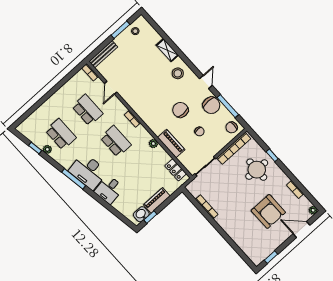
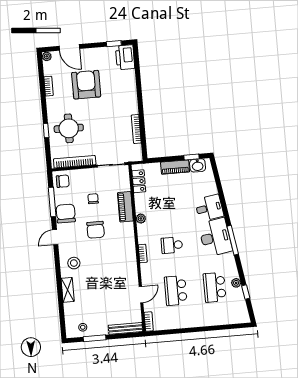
school desk: (116, 141) -> (172, 245), width x0.54
printer: (255, 253) -> (125, 57), added

